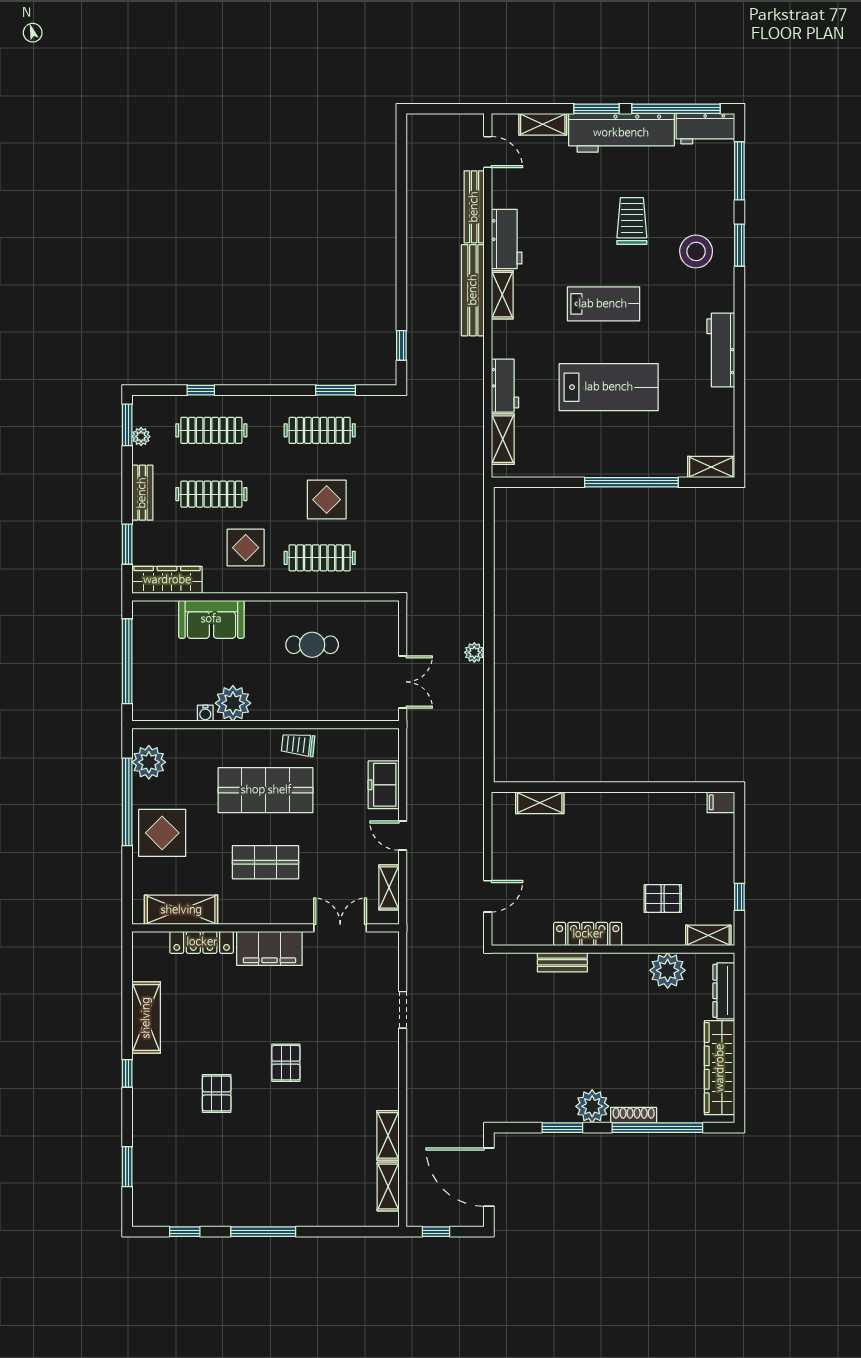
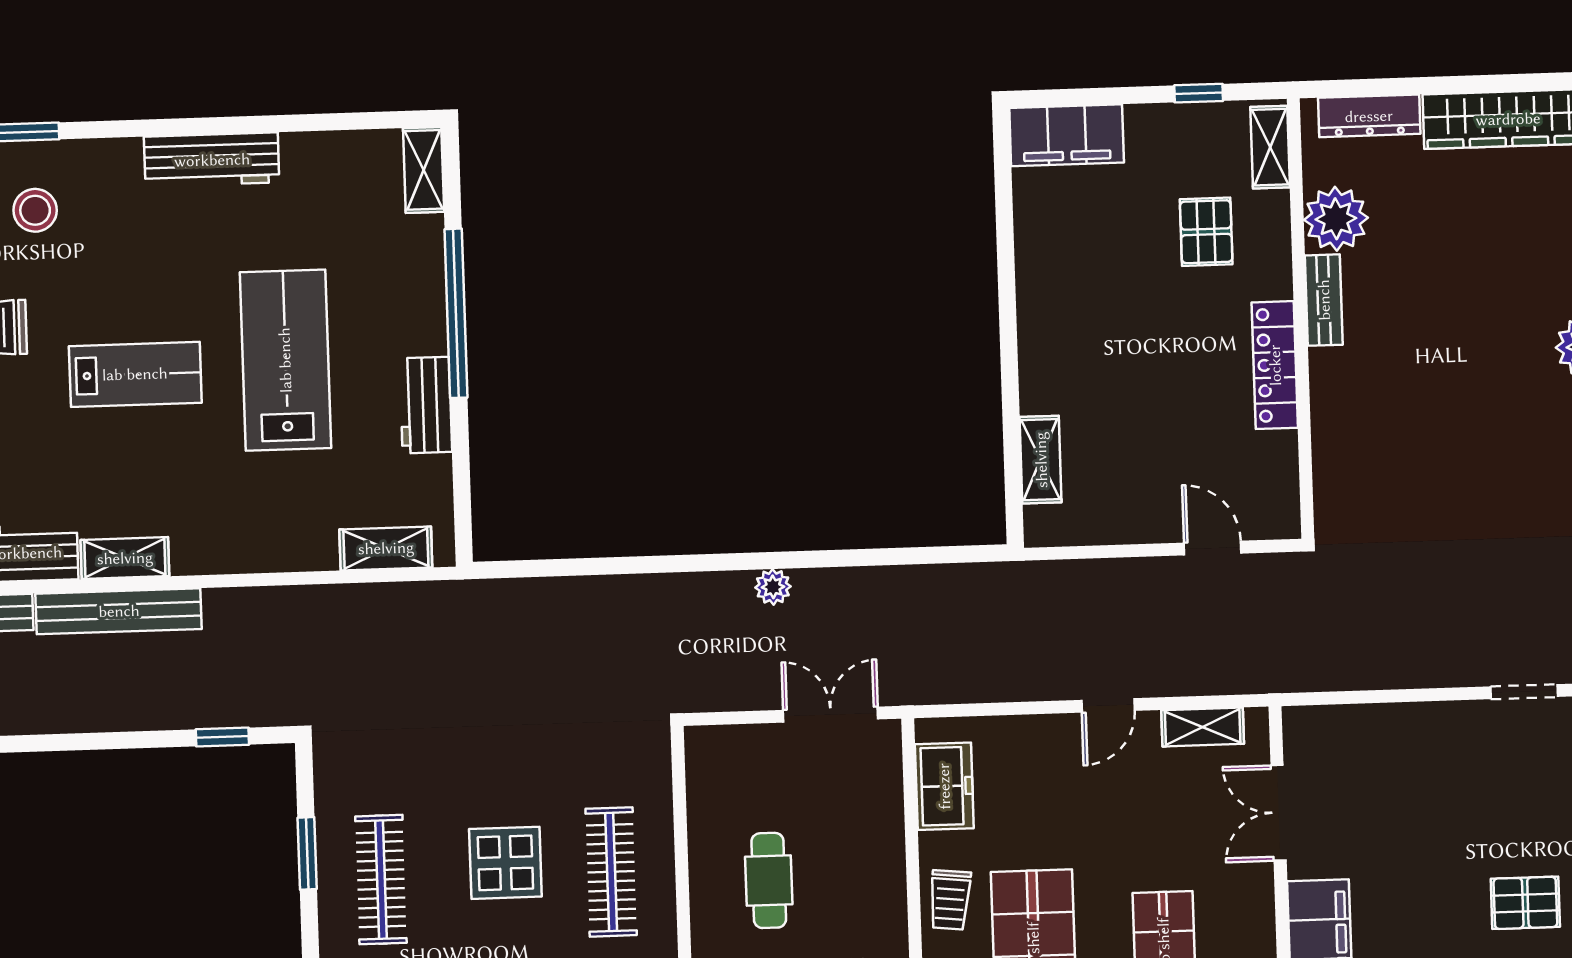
stool: (696, 251) -> (35, 210), width x0.73, depth x0.73
lab bench: (603, 304) -> (135, 374), turned 90
workbench: (505, 386) -> (426, 405), moved, turned -90
freezer: (384, 785) -> (944, 786), moved, turned -90
filing cabinet: (721, 802) -> (1067, 135), width x3.00, depth x1.17
bench: (562, 962) -> (1324, 300), moved
doorway: (403, 1010) -> (1524, 692), moved

